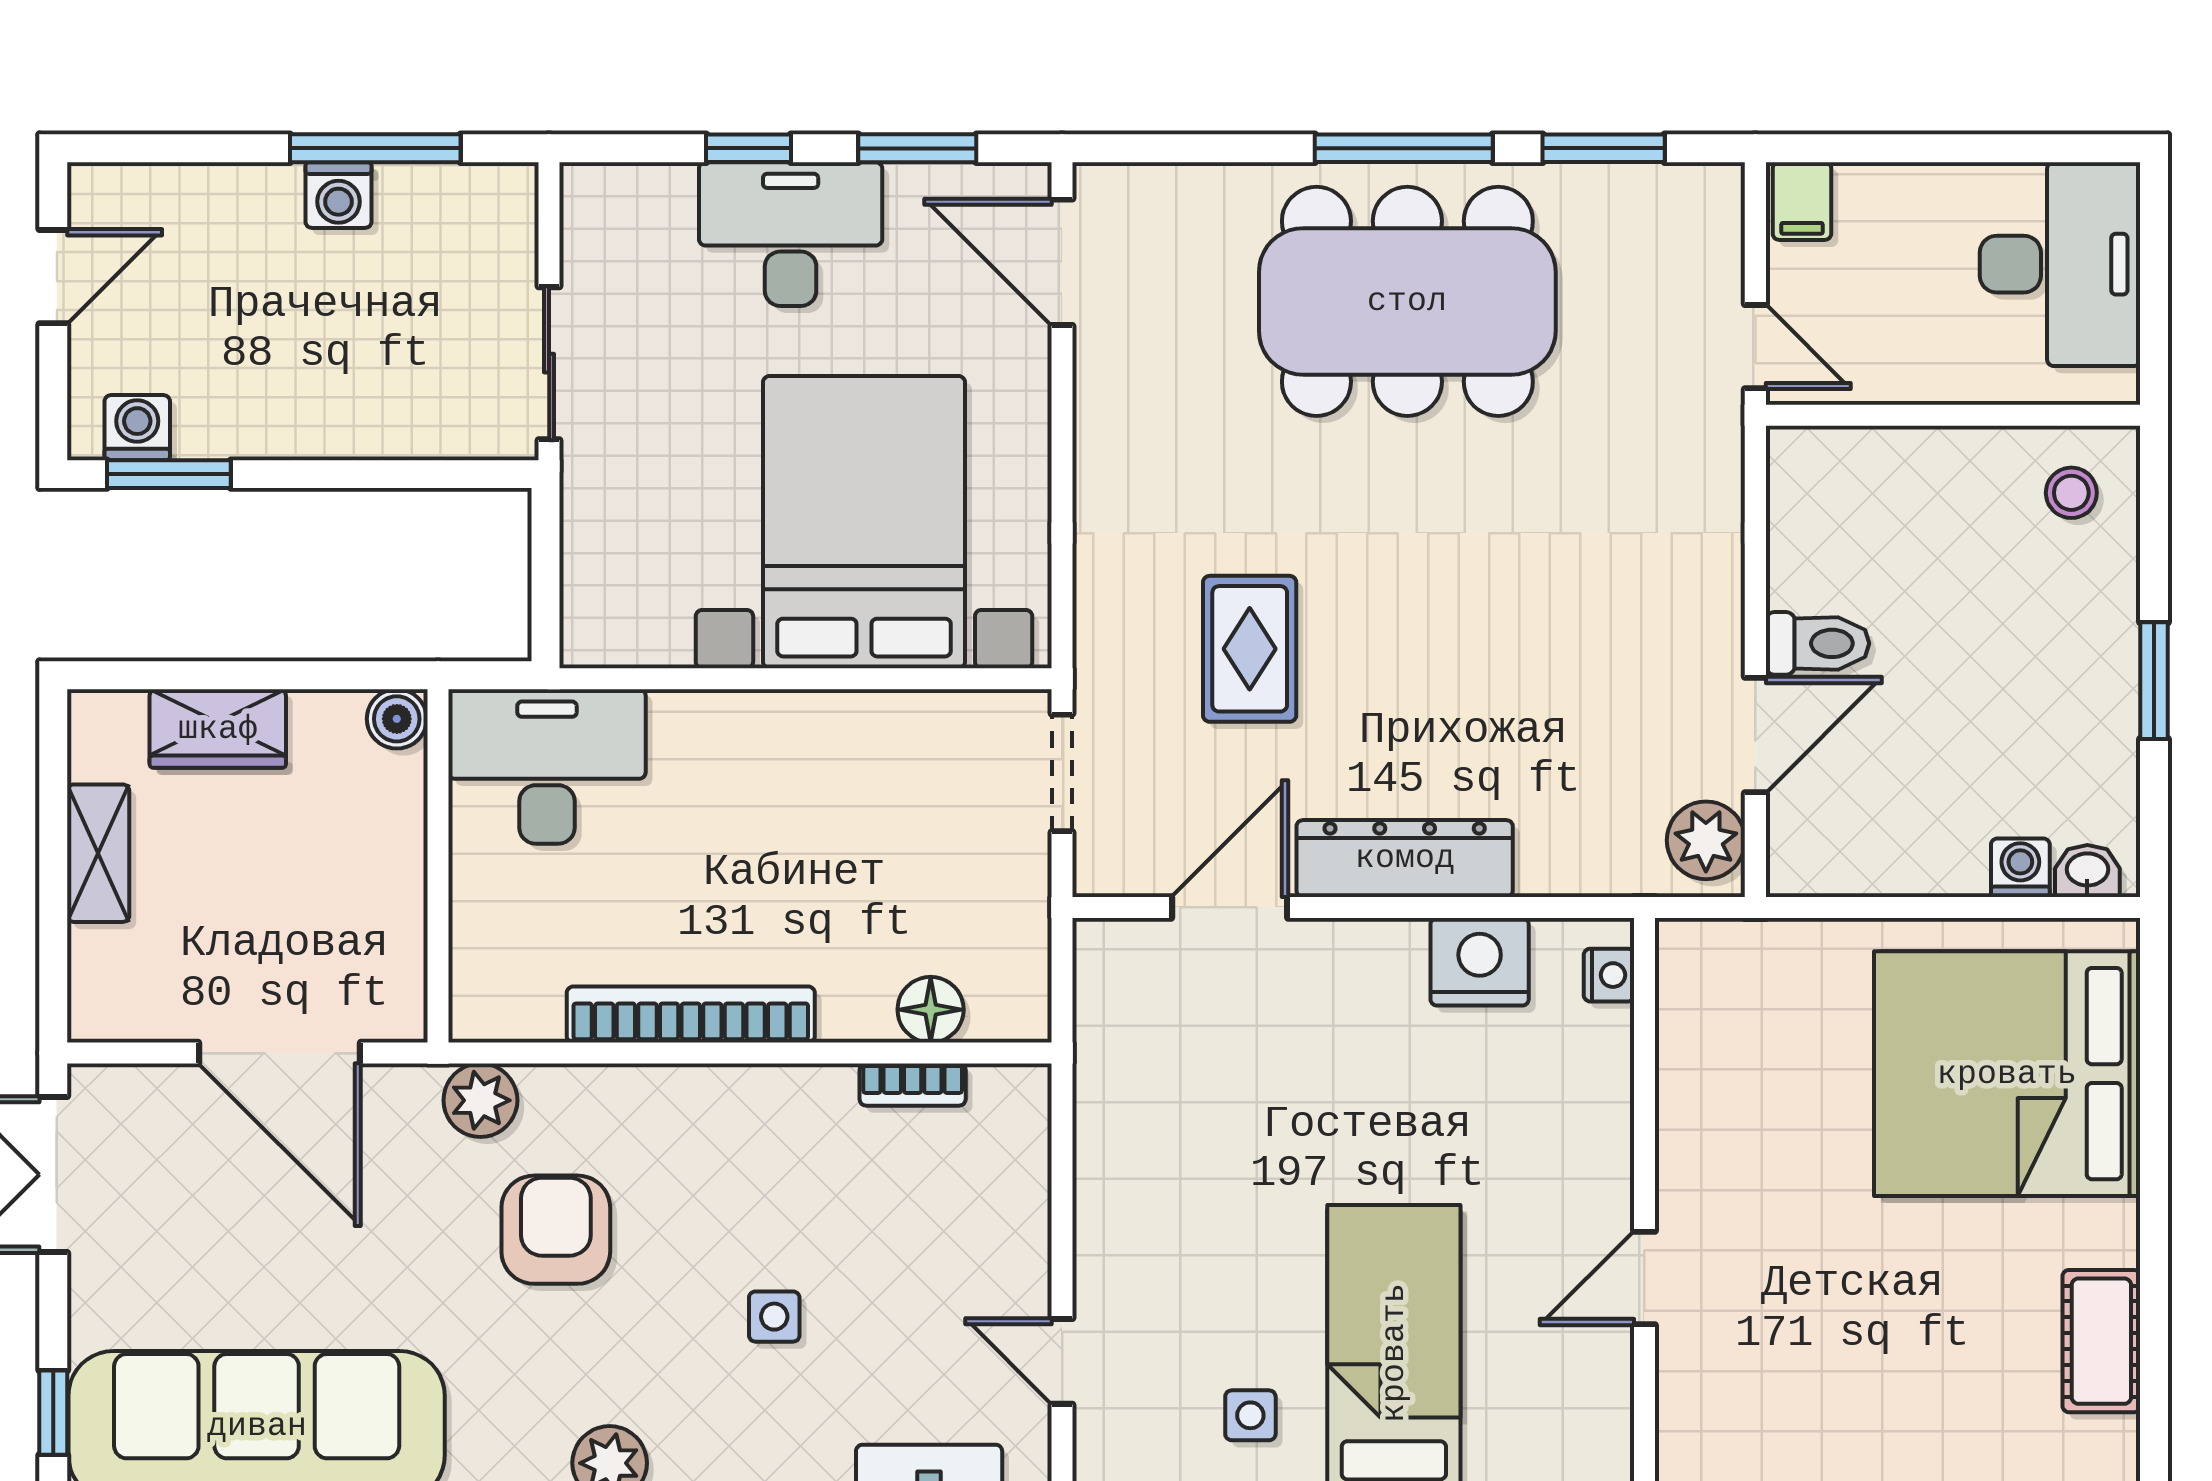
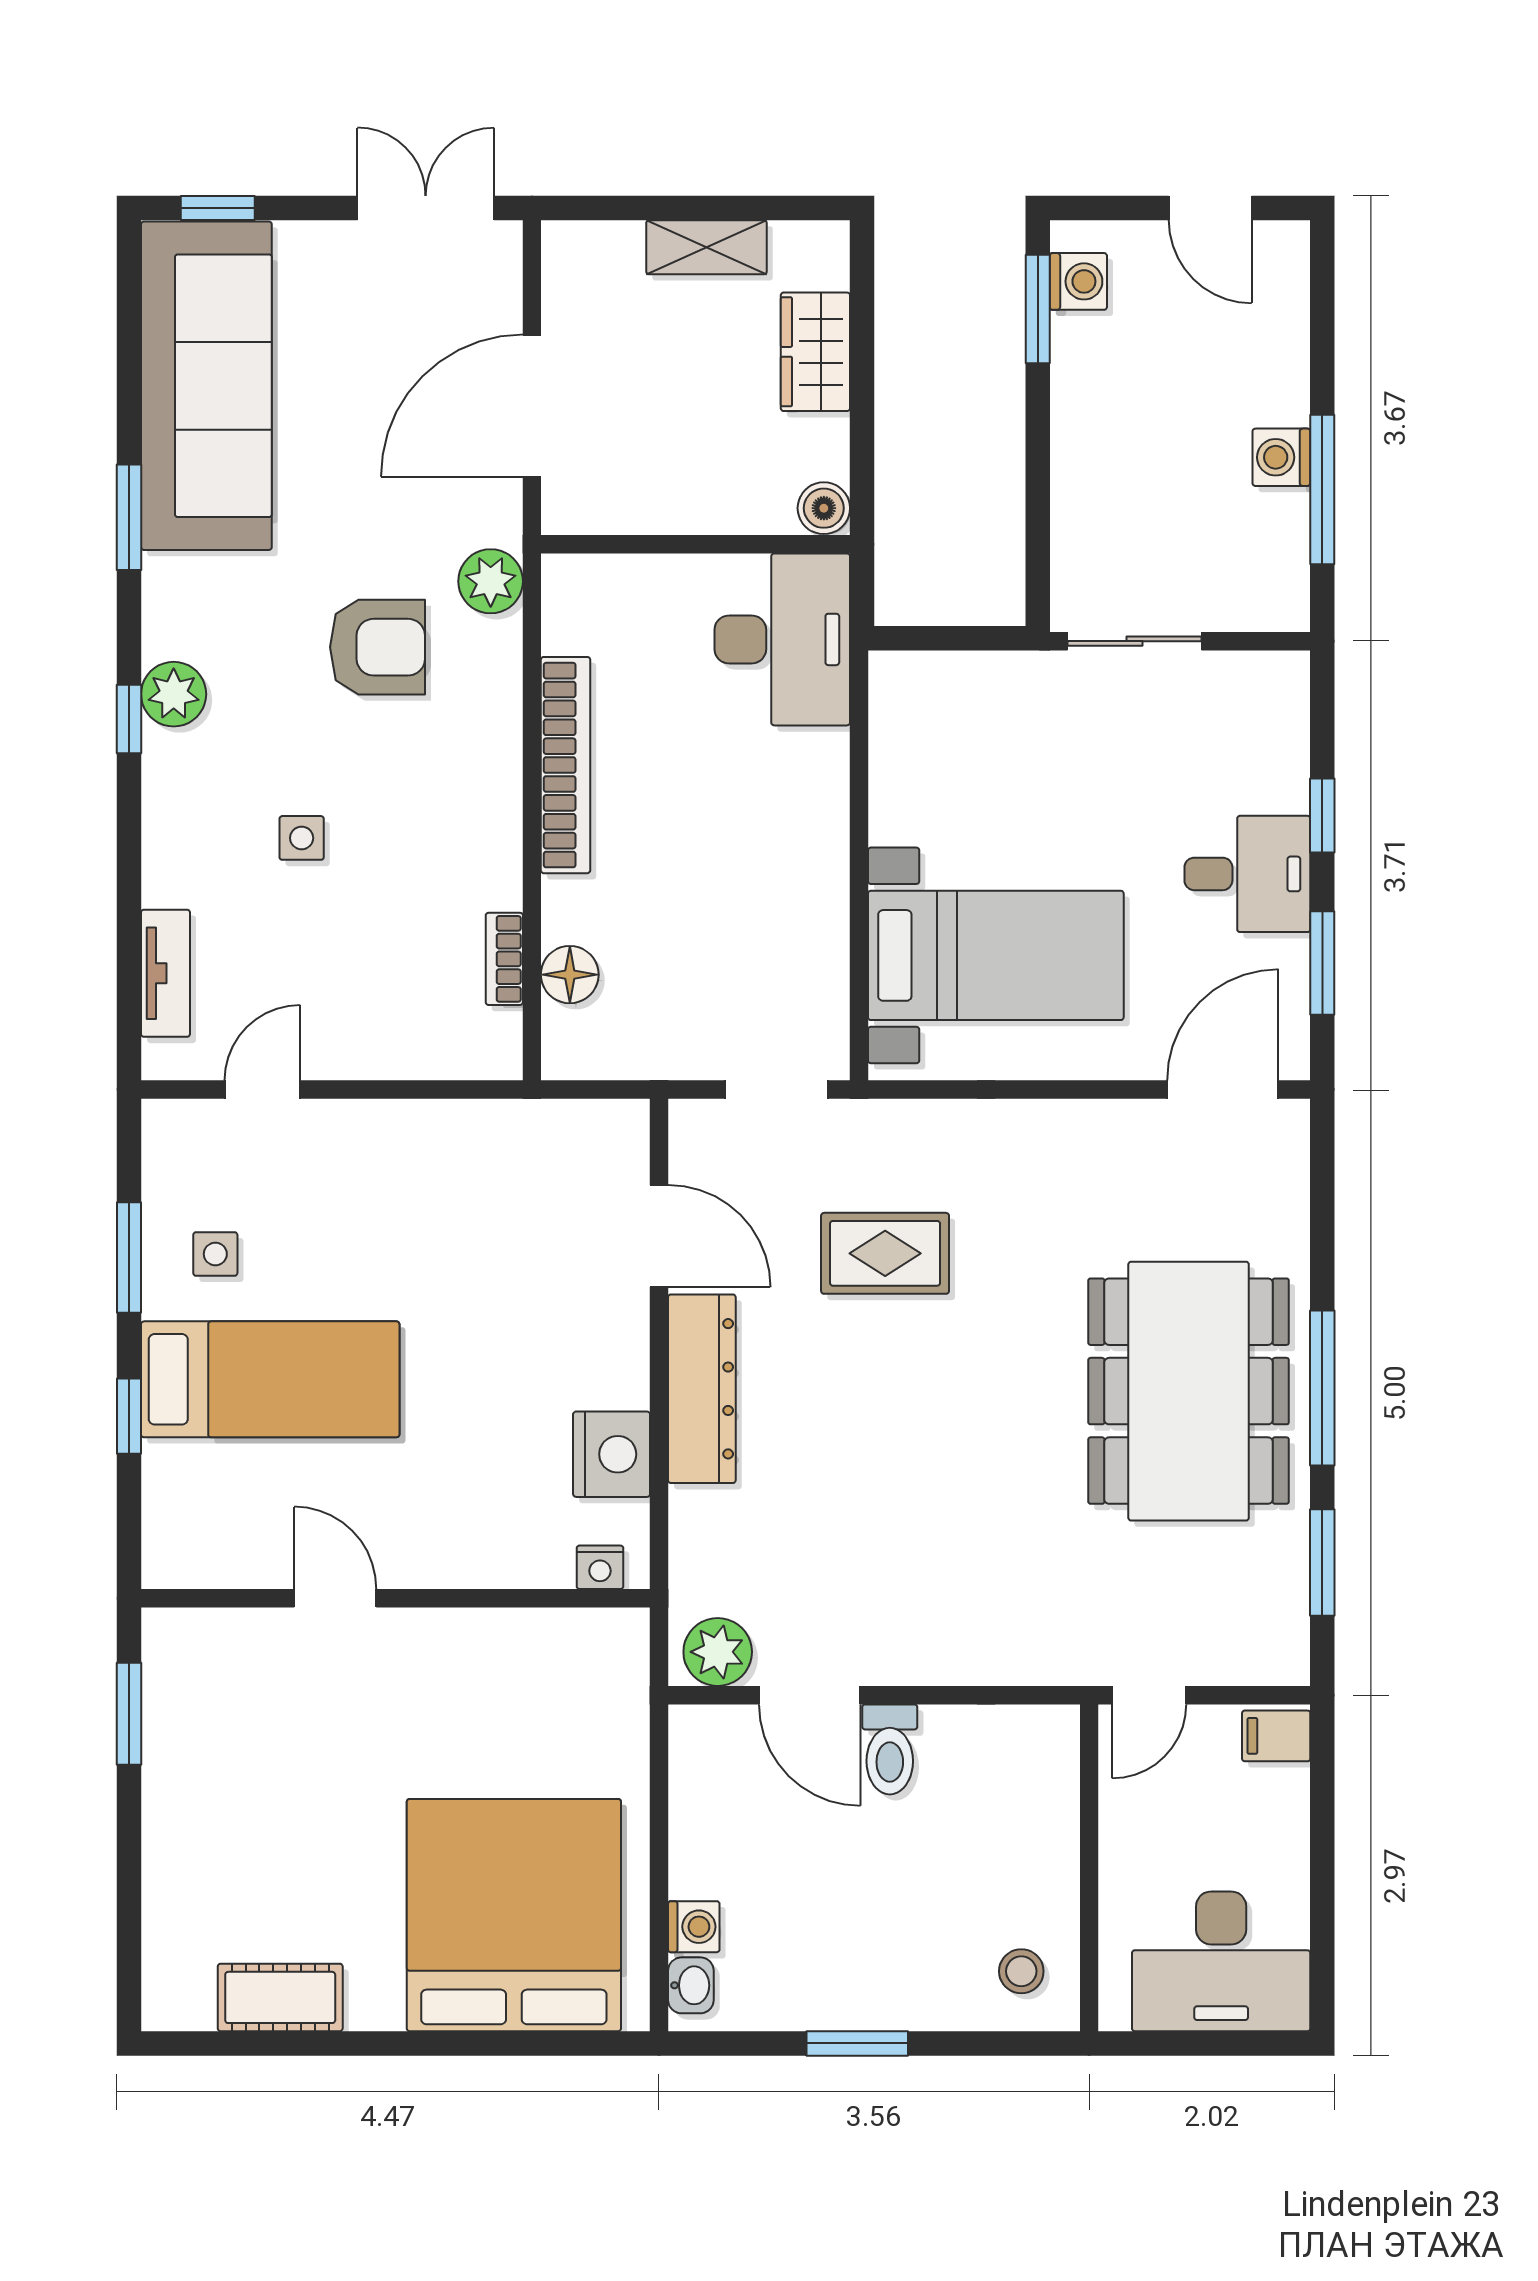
desk: (791, 234) -> (1247, 874), width x0.73
bed with nightstands: (864, 522) -> (996, 955), width x0.73

